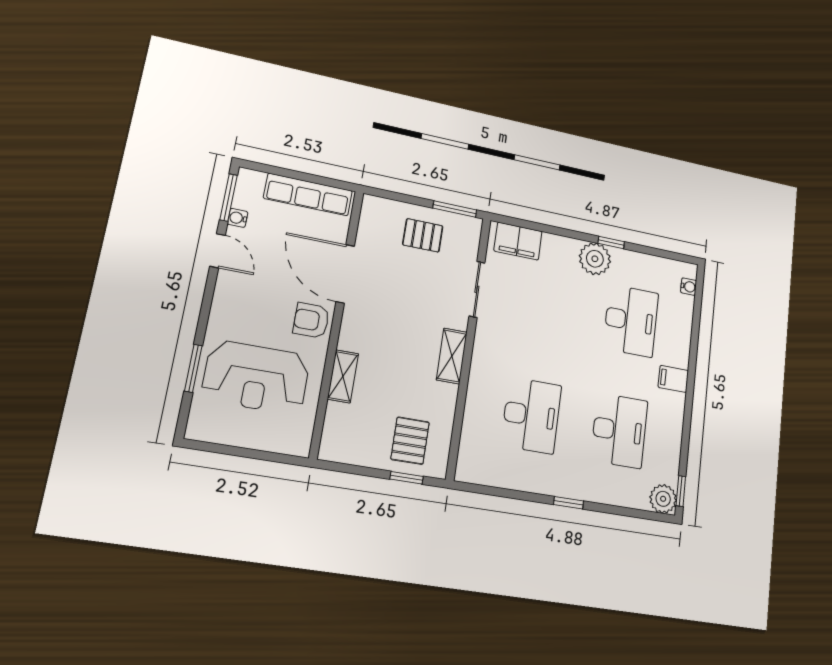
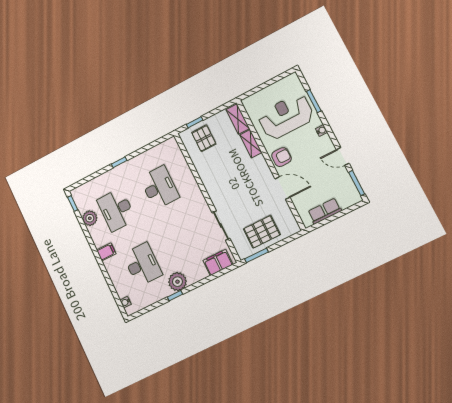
row of seats: (308, 194) -> (325, 211), width x0.68
water cooler: (238, 218) -> (321, 130), moved
pallet: (423, 235) -> (262, 232), width x1.50, depth x1.42
door: (345, 274) -> (282, 188), width x0.73
desk: (631, 321) -> (142, 265), turned 180
shelving: (452, 356) -> (238, 119), moved
desk: (531, 415) -> (159, 187), turned 180
plant: (663, 499) -> (90, 218), moved

